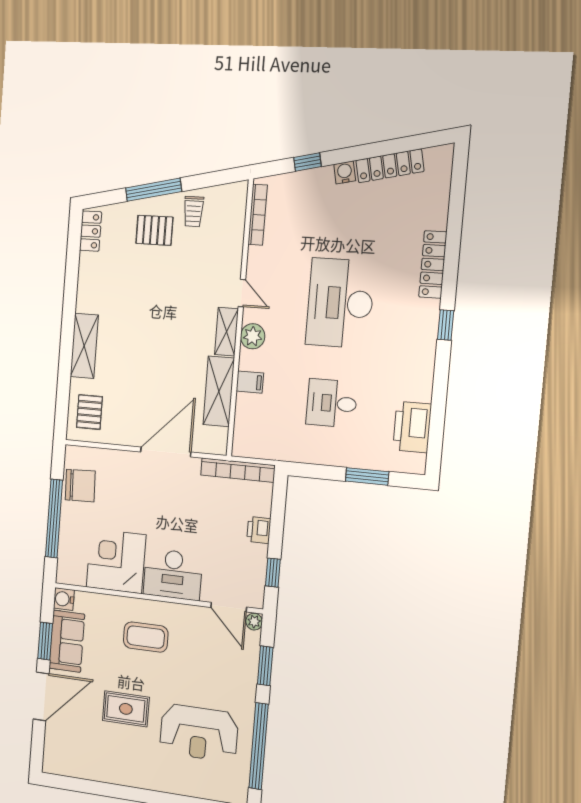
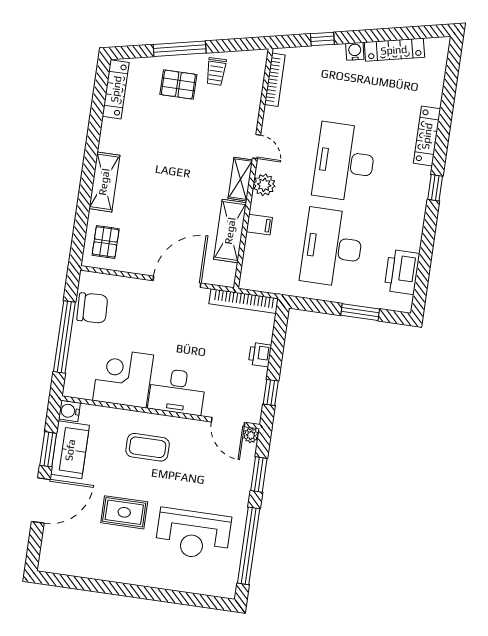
locker: (91, 231) -> (116, 89), width x1.53
desk: (332, 403) -> (332, 248), width x1.87, depth x1.30

